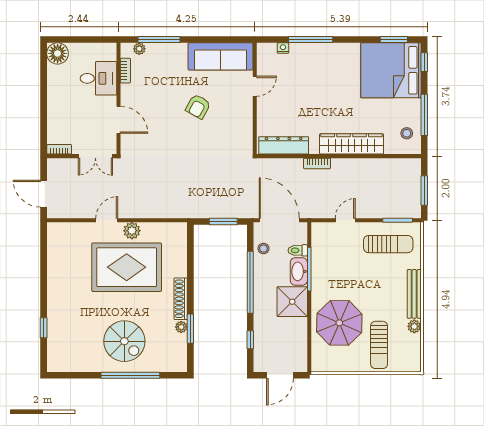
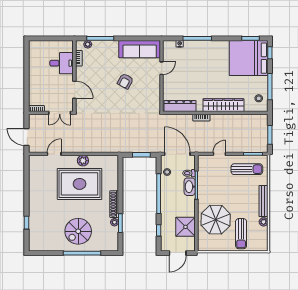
floor lamp: (58, 53) -> (35, 47), removed
door: (107, 220) -> (54, 154), moved
shower: (292, 302) -> (185, 227), moved
spiral stairs: (124, 341) -> (78, 231), turned 90

